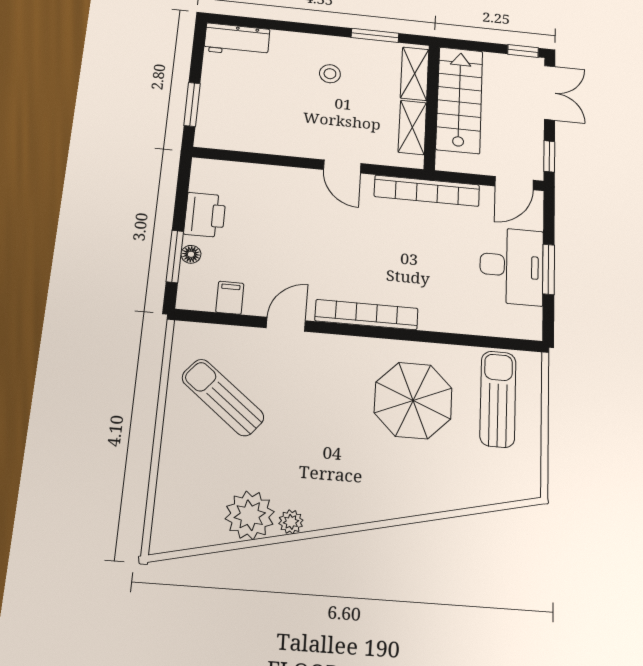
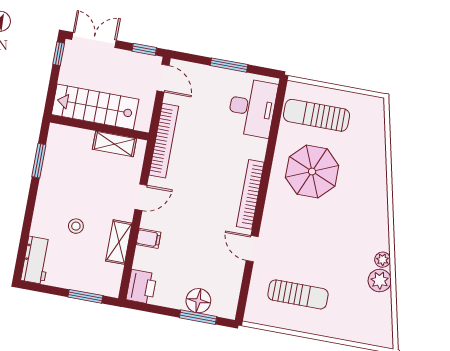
stool: (330, 74) -> (76, 226), moved
shelving: (415, 74) -> (119, 242), moved, turned 90
printer: (205, 215) -> (141, 287), moved, turned 90
floor lamp: (191, 254) -> (198, 301), width x1.89, depth x1.89
desk: (512, 266) -> (252, 108), moved, turned 90
filing cabinet: (230, 298) -> (148, 238), moved, turned 180
sun lounger: (223, 397) -> (298, 294), turned -129
plant: (250, 515) -> (380, 281), width x0.73, depth x0.73

